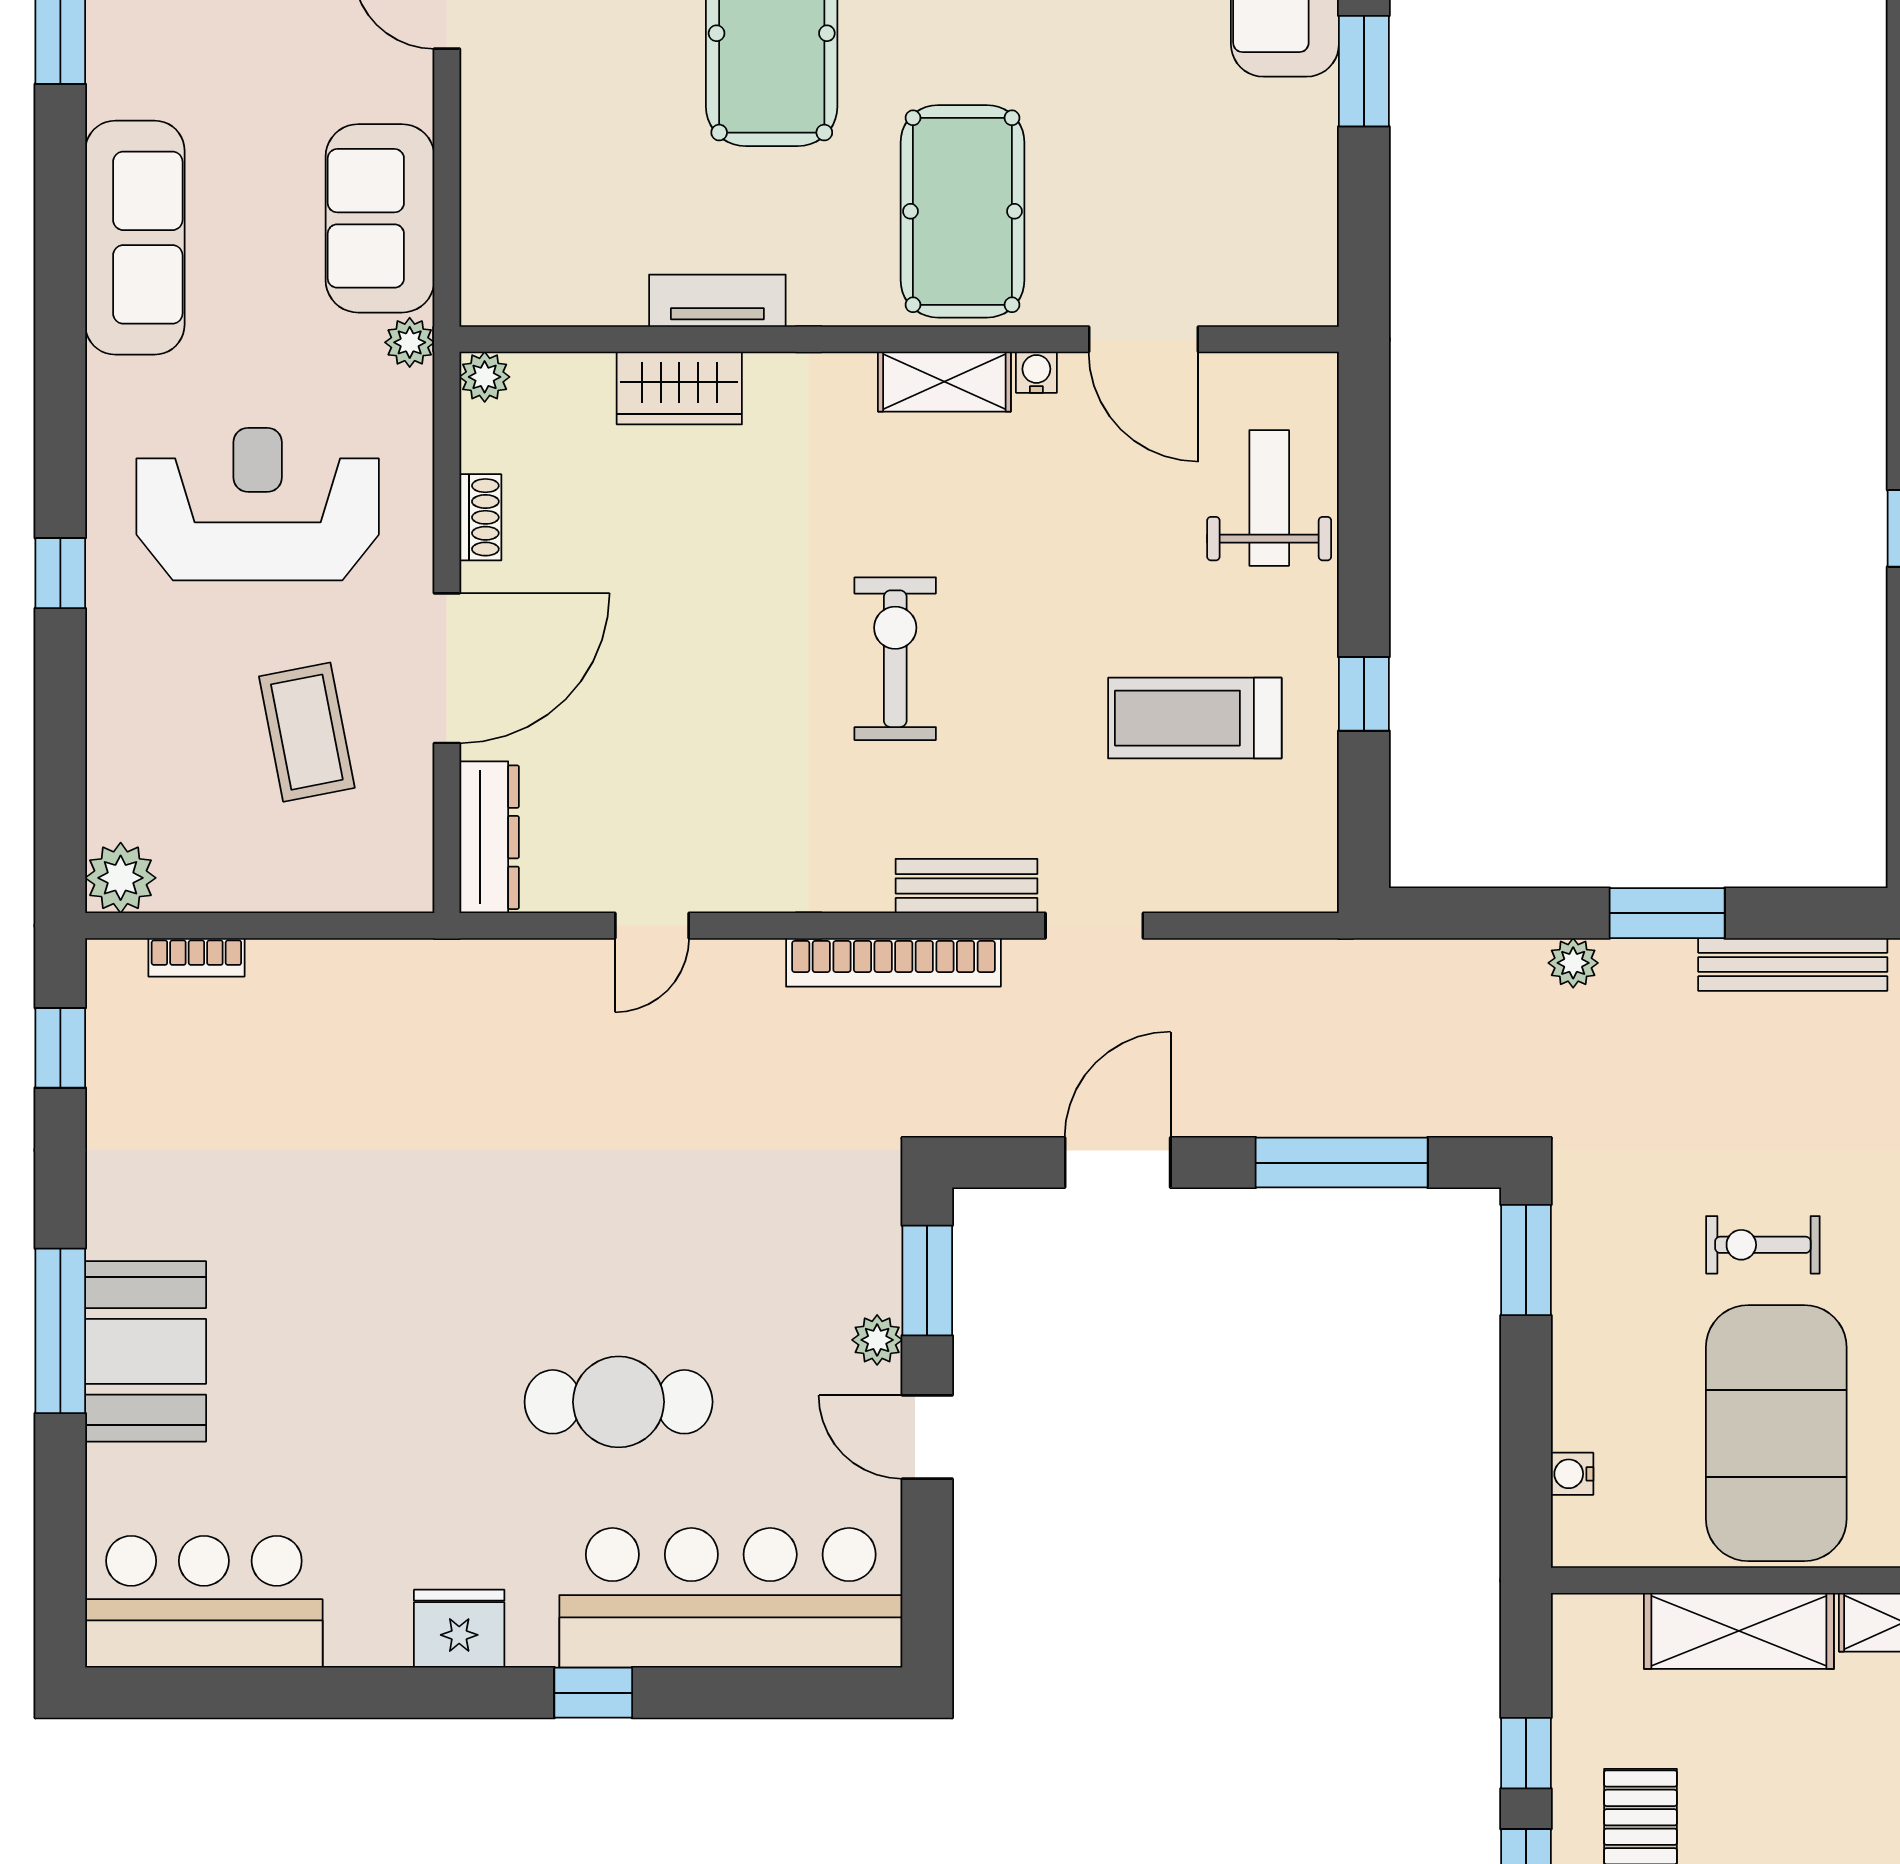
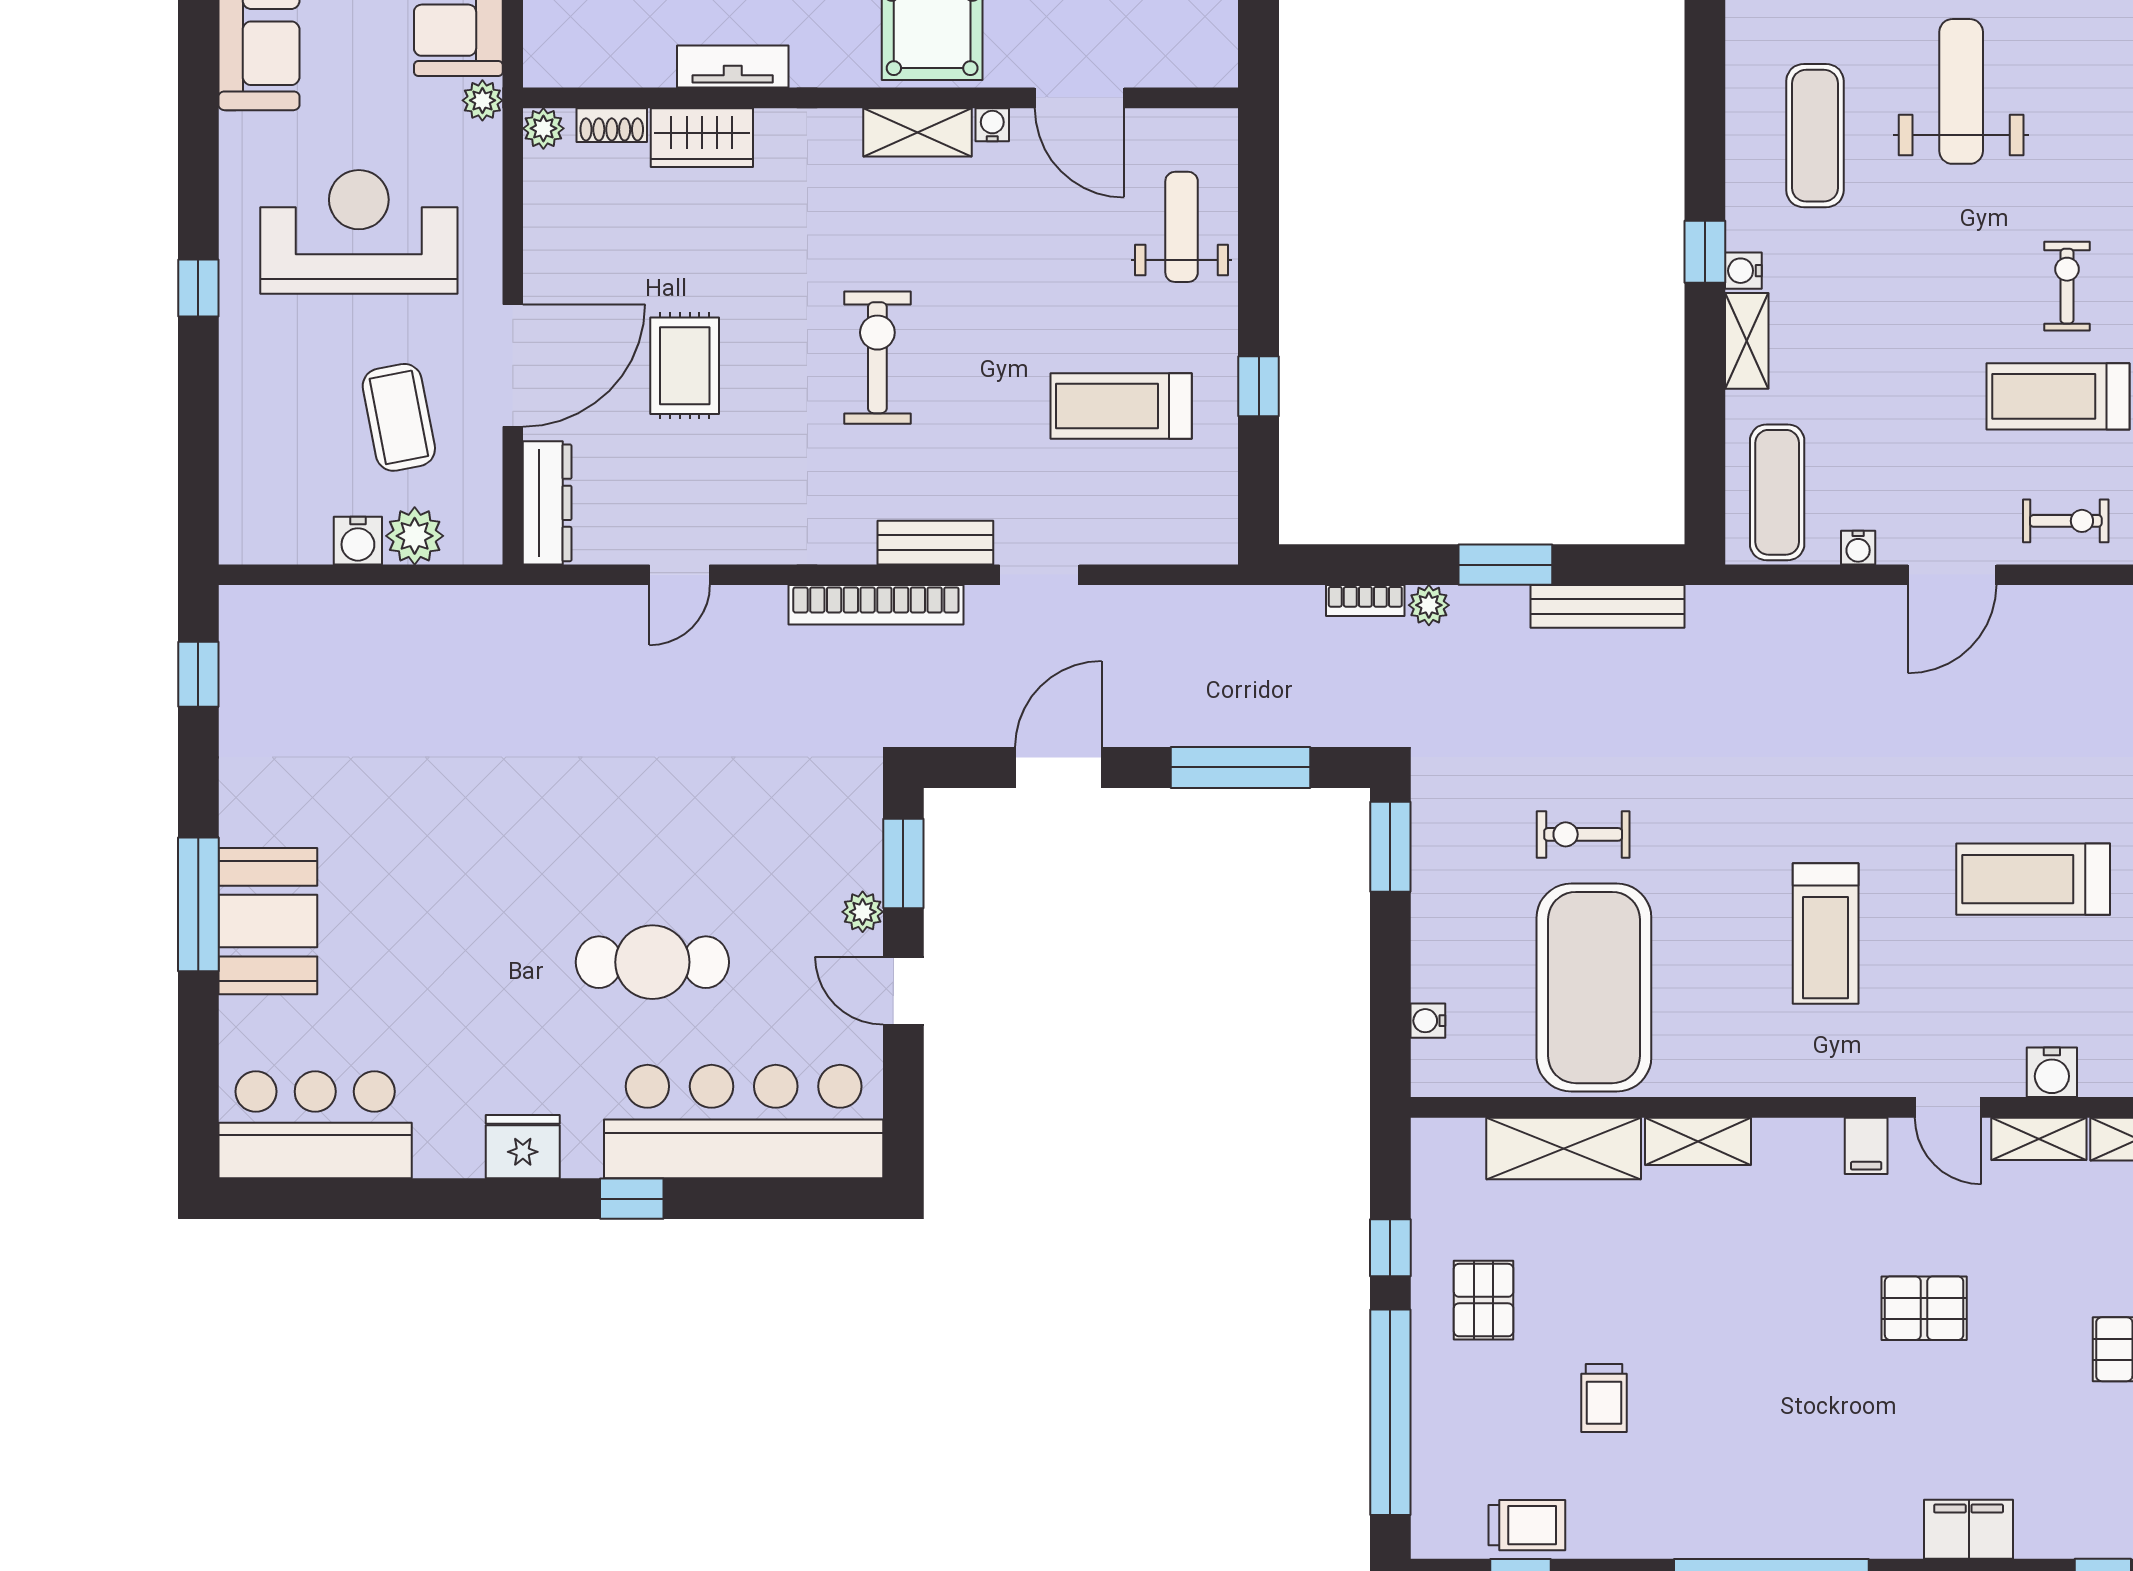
shoe rack: (480, 517) -> (612, 125), moved, turned 90
rug: (658, 669) -> (685, 366), added
plant: (121, 878) -> (415, 536), moved
water cooler: (257, 884) -> (358, 541), added
bookcase: (196, 957) -> (1365, 601), moved

